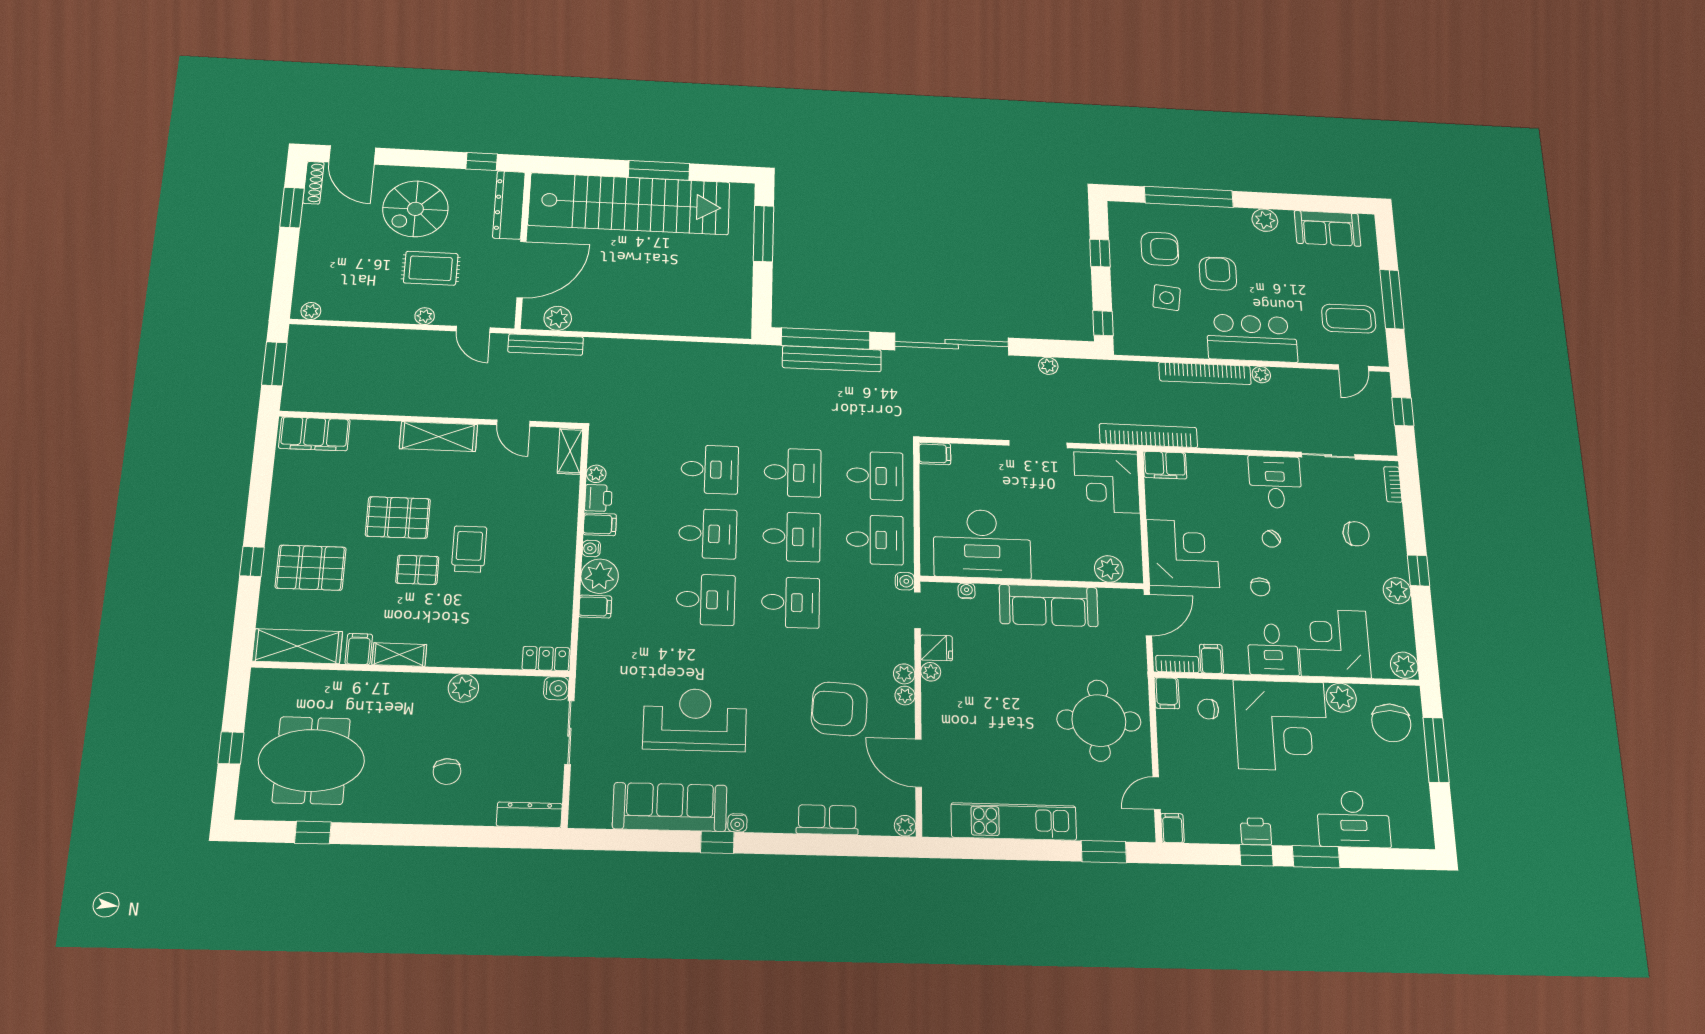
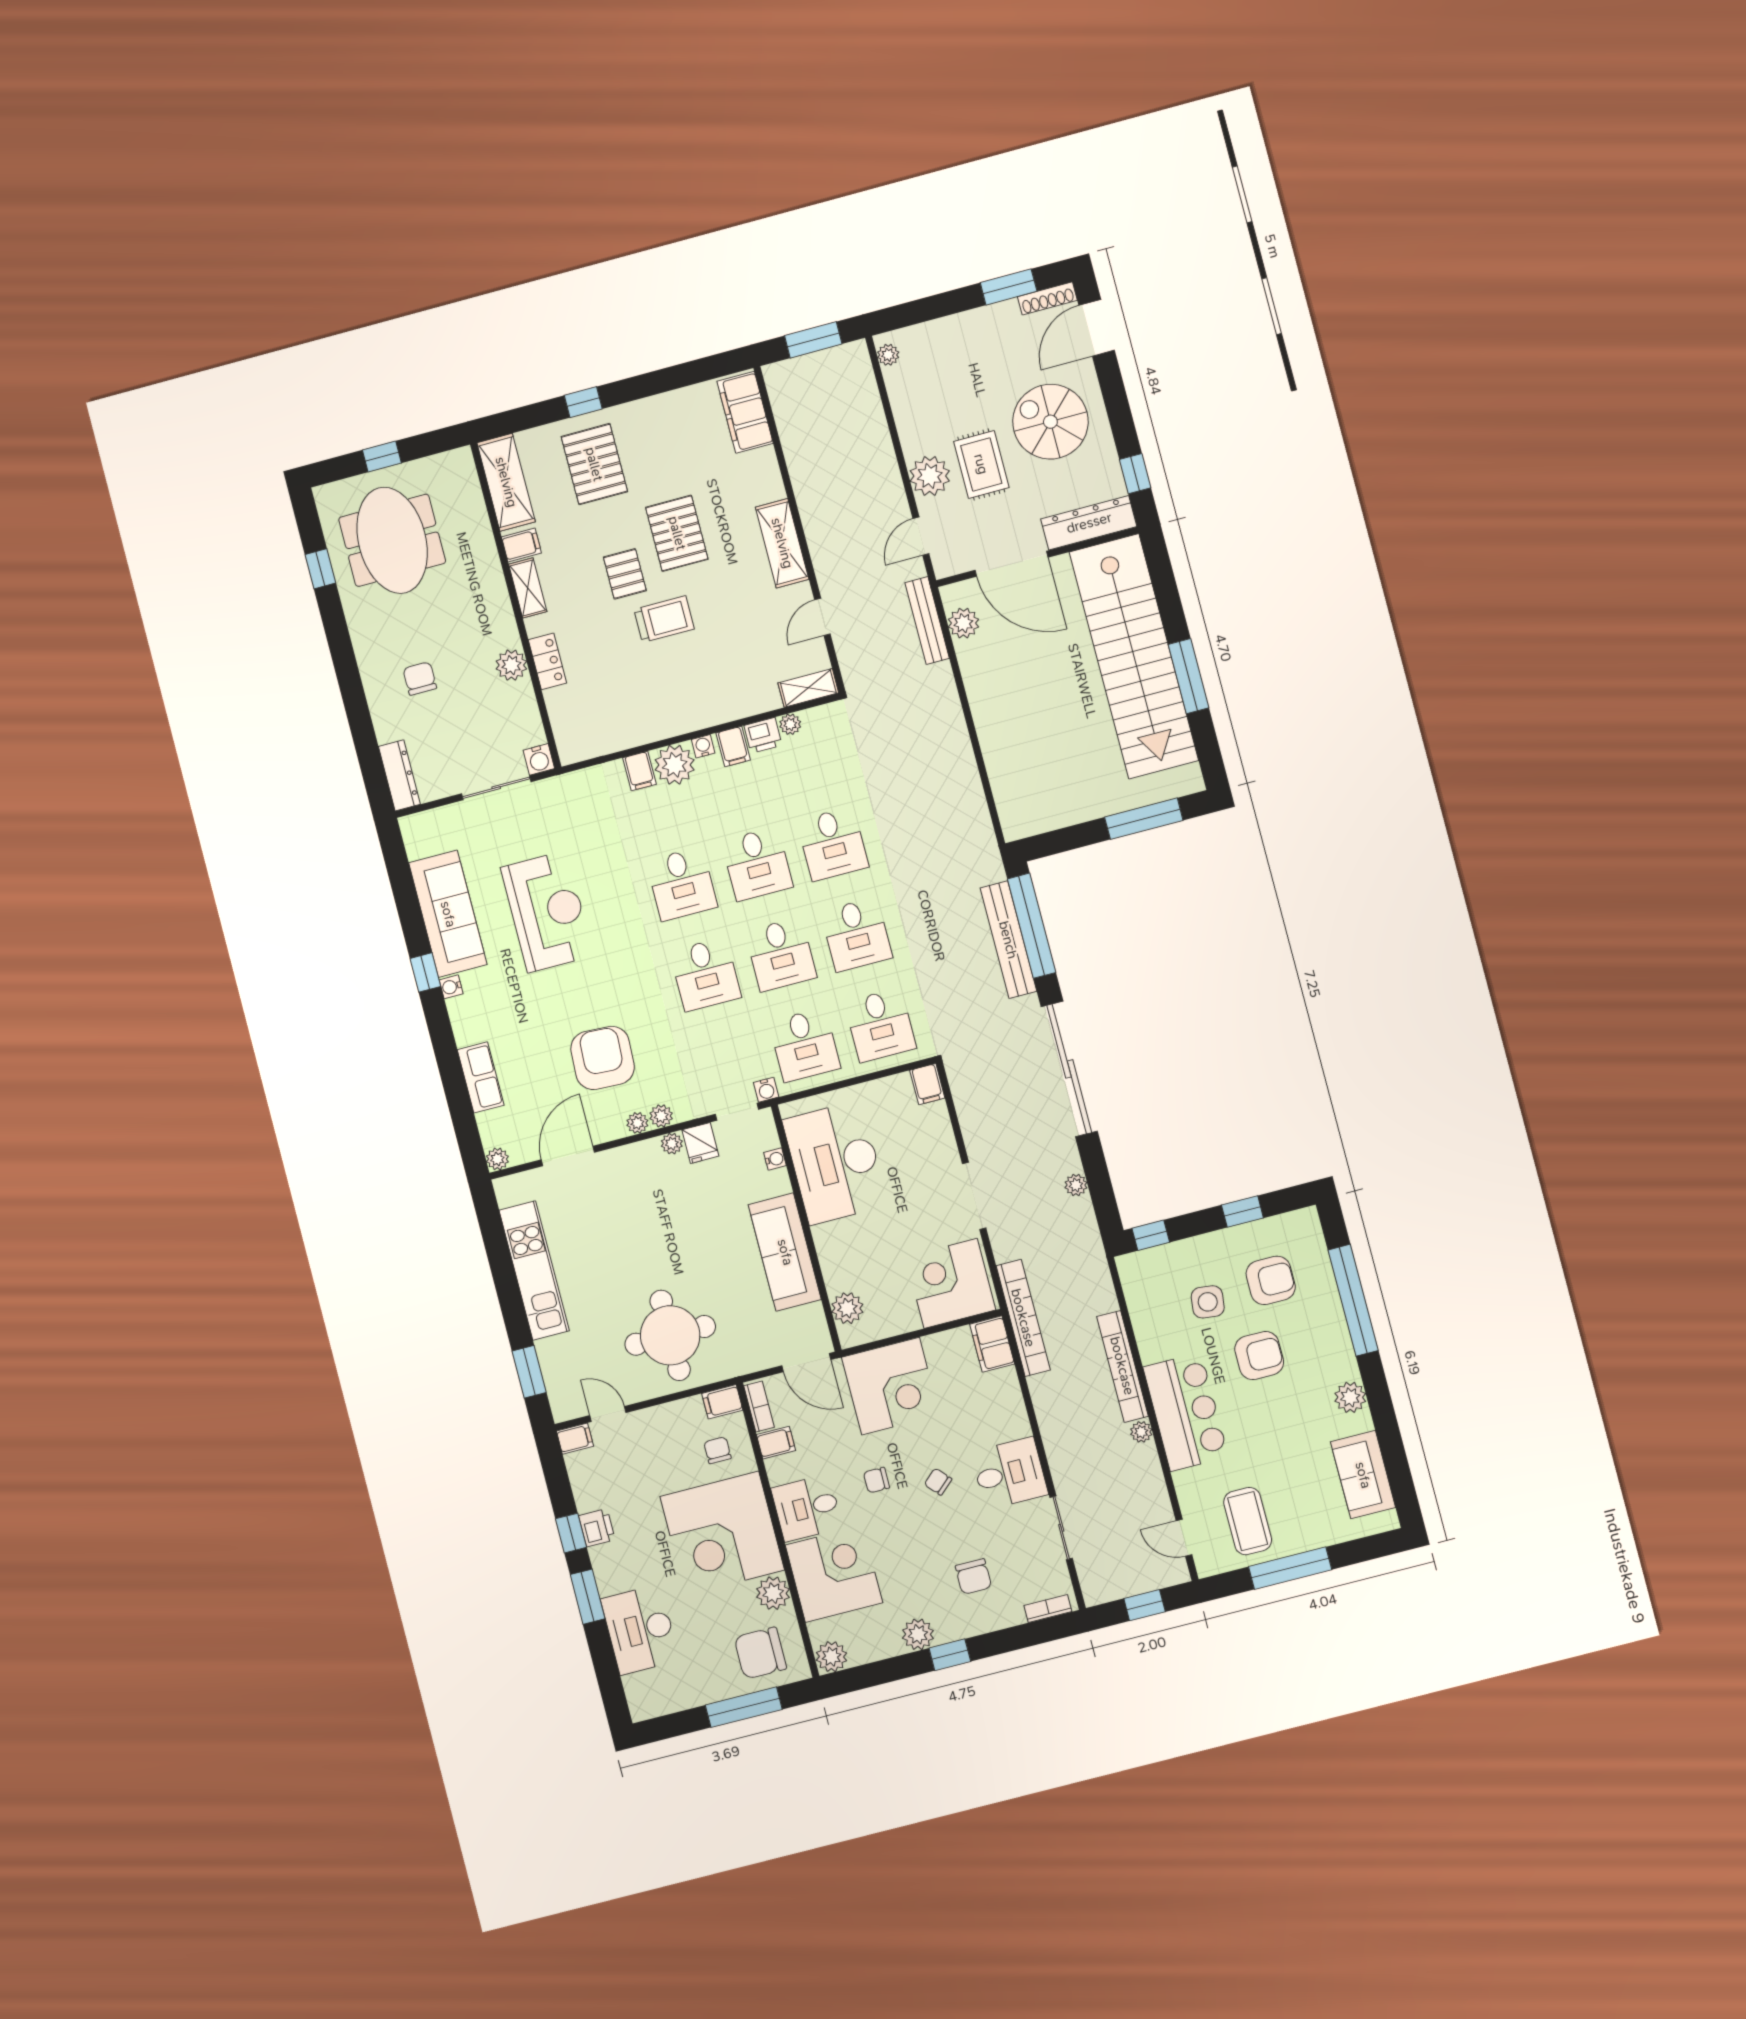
armchair: (1160, 249) -> (1271, 1280), turned -90
plant: (425, 316) -> (930, 476), width x1.88, depth x1.88
locker: (546, 659) -> (547, 661), moved
chair: (447, 771) -> (420, 678), turned 97

